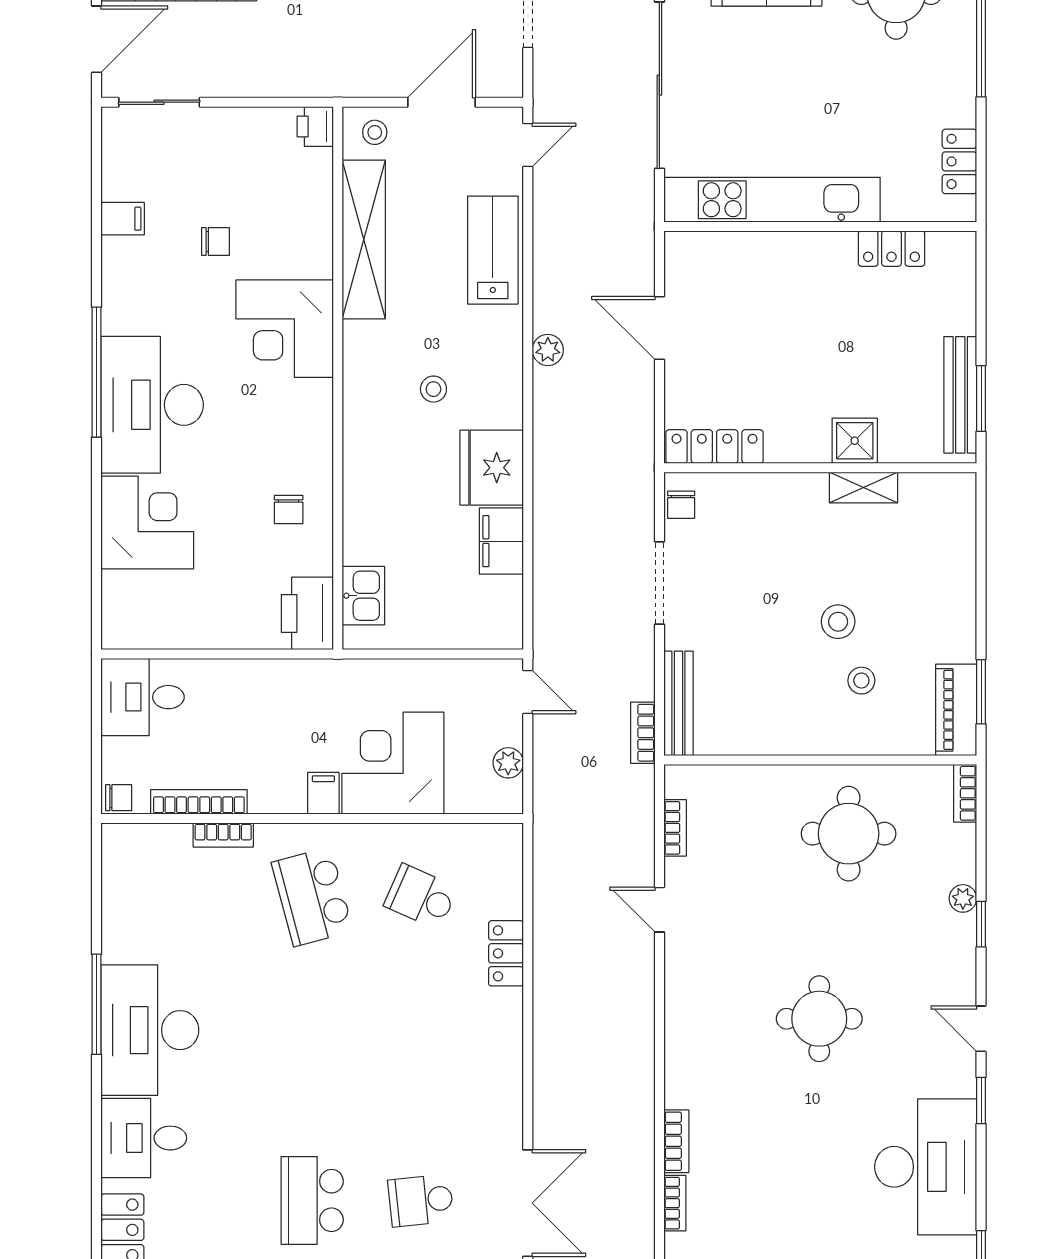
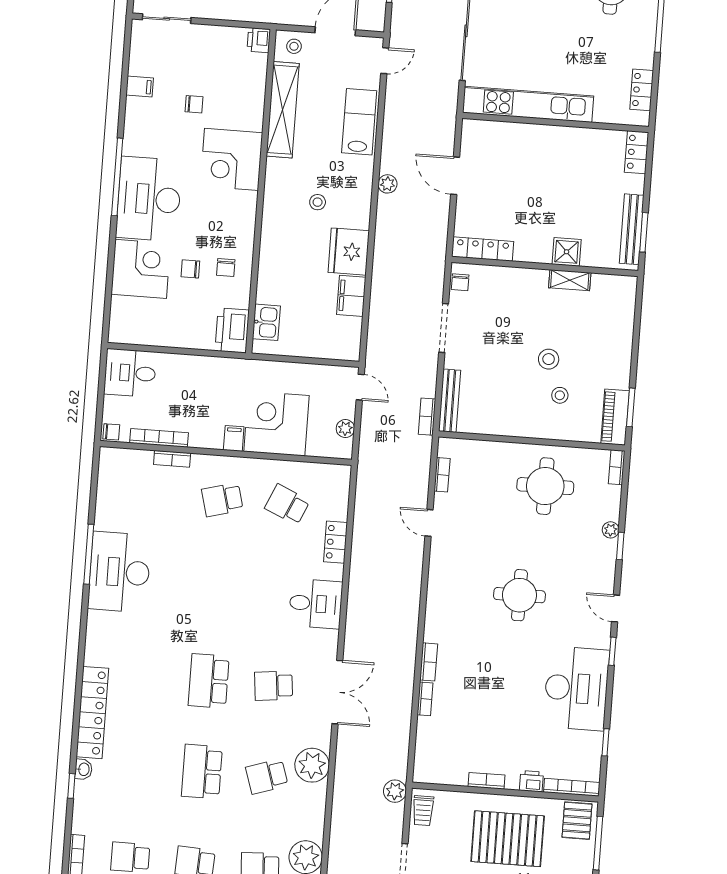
locker: (891, 249) -> (637, 152), moved, turned 90
chair: (230, 516) -> (190, 269), added
school desk: (312, 897) -> (222, 500), width x0.54
desk: (144, 1138) -> (316, 604), moved, turned 180

